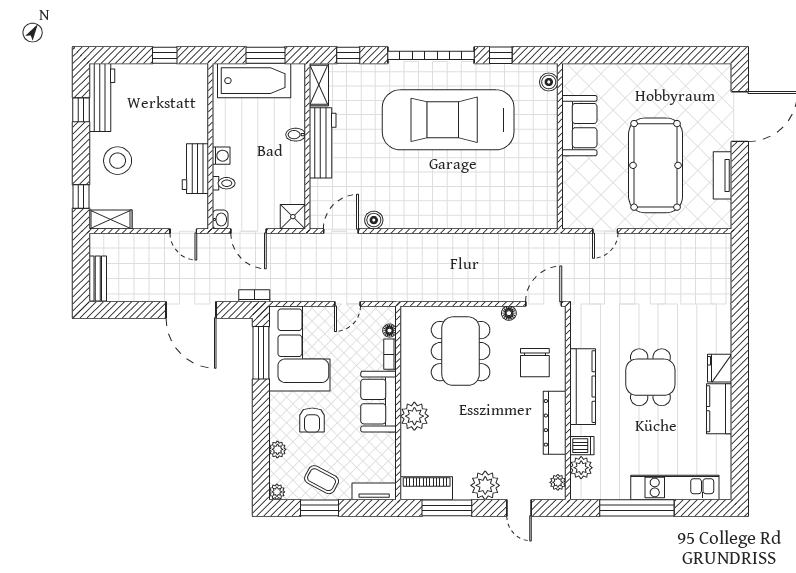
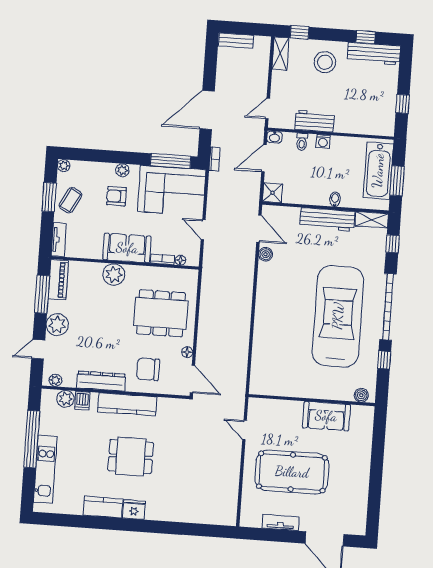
plant: (277, 449) -> (122, 170), moved

